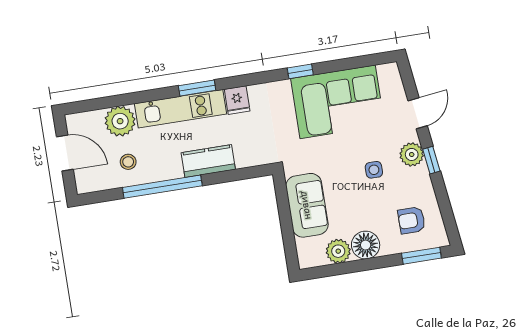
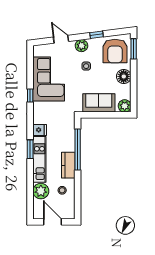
door: (65, 153) -> (53, 222), hinge flipped
window: (431, 160) -> (96, 35), moved
kitchen counter: (208, 161) -> (68, 165), moved
window: (162, 187) -> (78, 149), moved
armchair: (412, 220) -> (115, 51), width x1.88, depth x1.88
plant: (338, 251) -> (125, 106), moved

